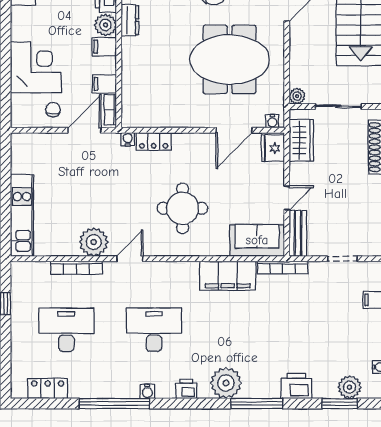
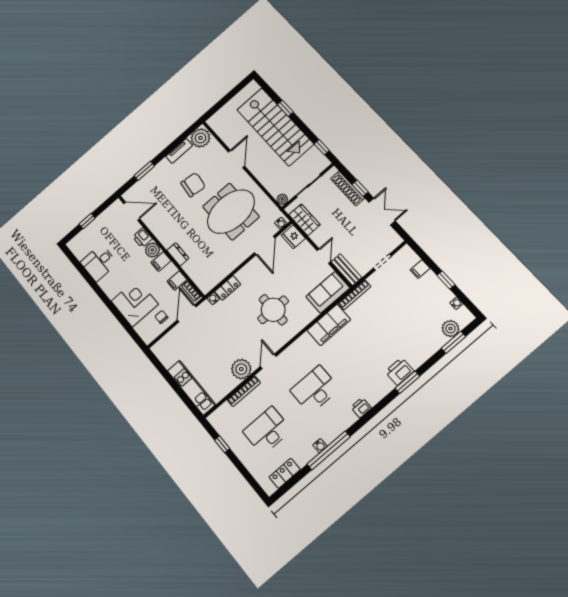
dresser: (130, 20) -> (178, 254), moved
plant: (226, 383) -> (380, 385), removed
printer: (296, 386) -> (400, 371), moved
water cooler: (147, 391) -> (320, 446), moved
window: (257, 404) -> (407, 382), width x0.69

